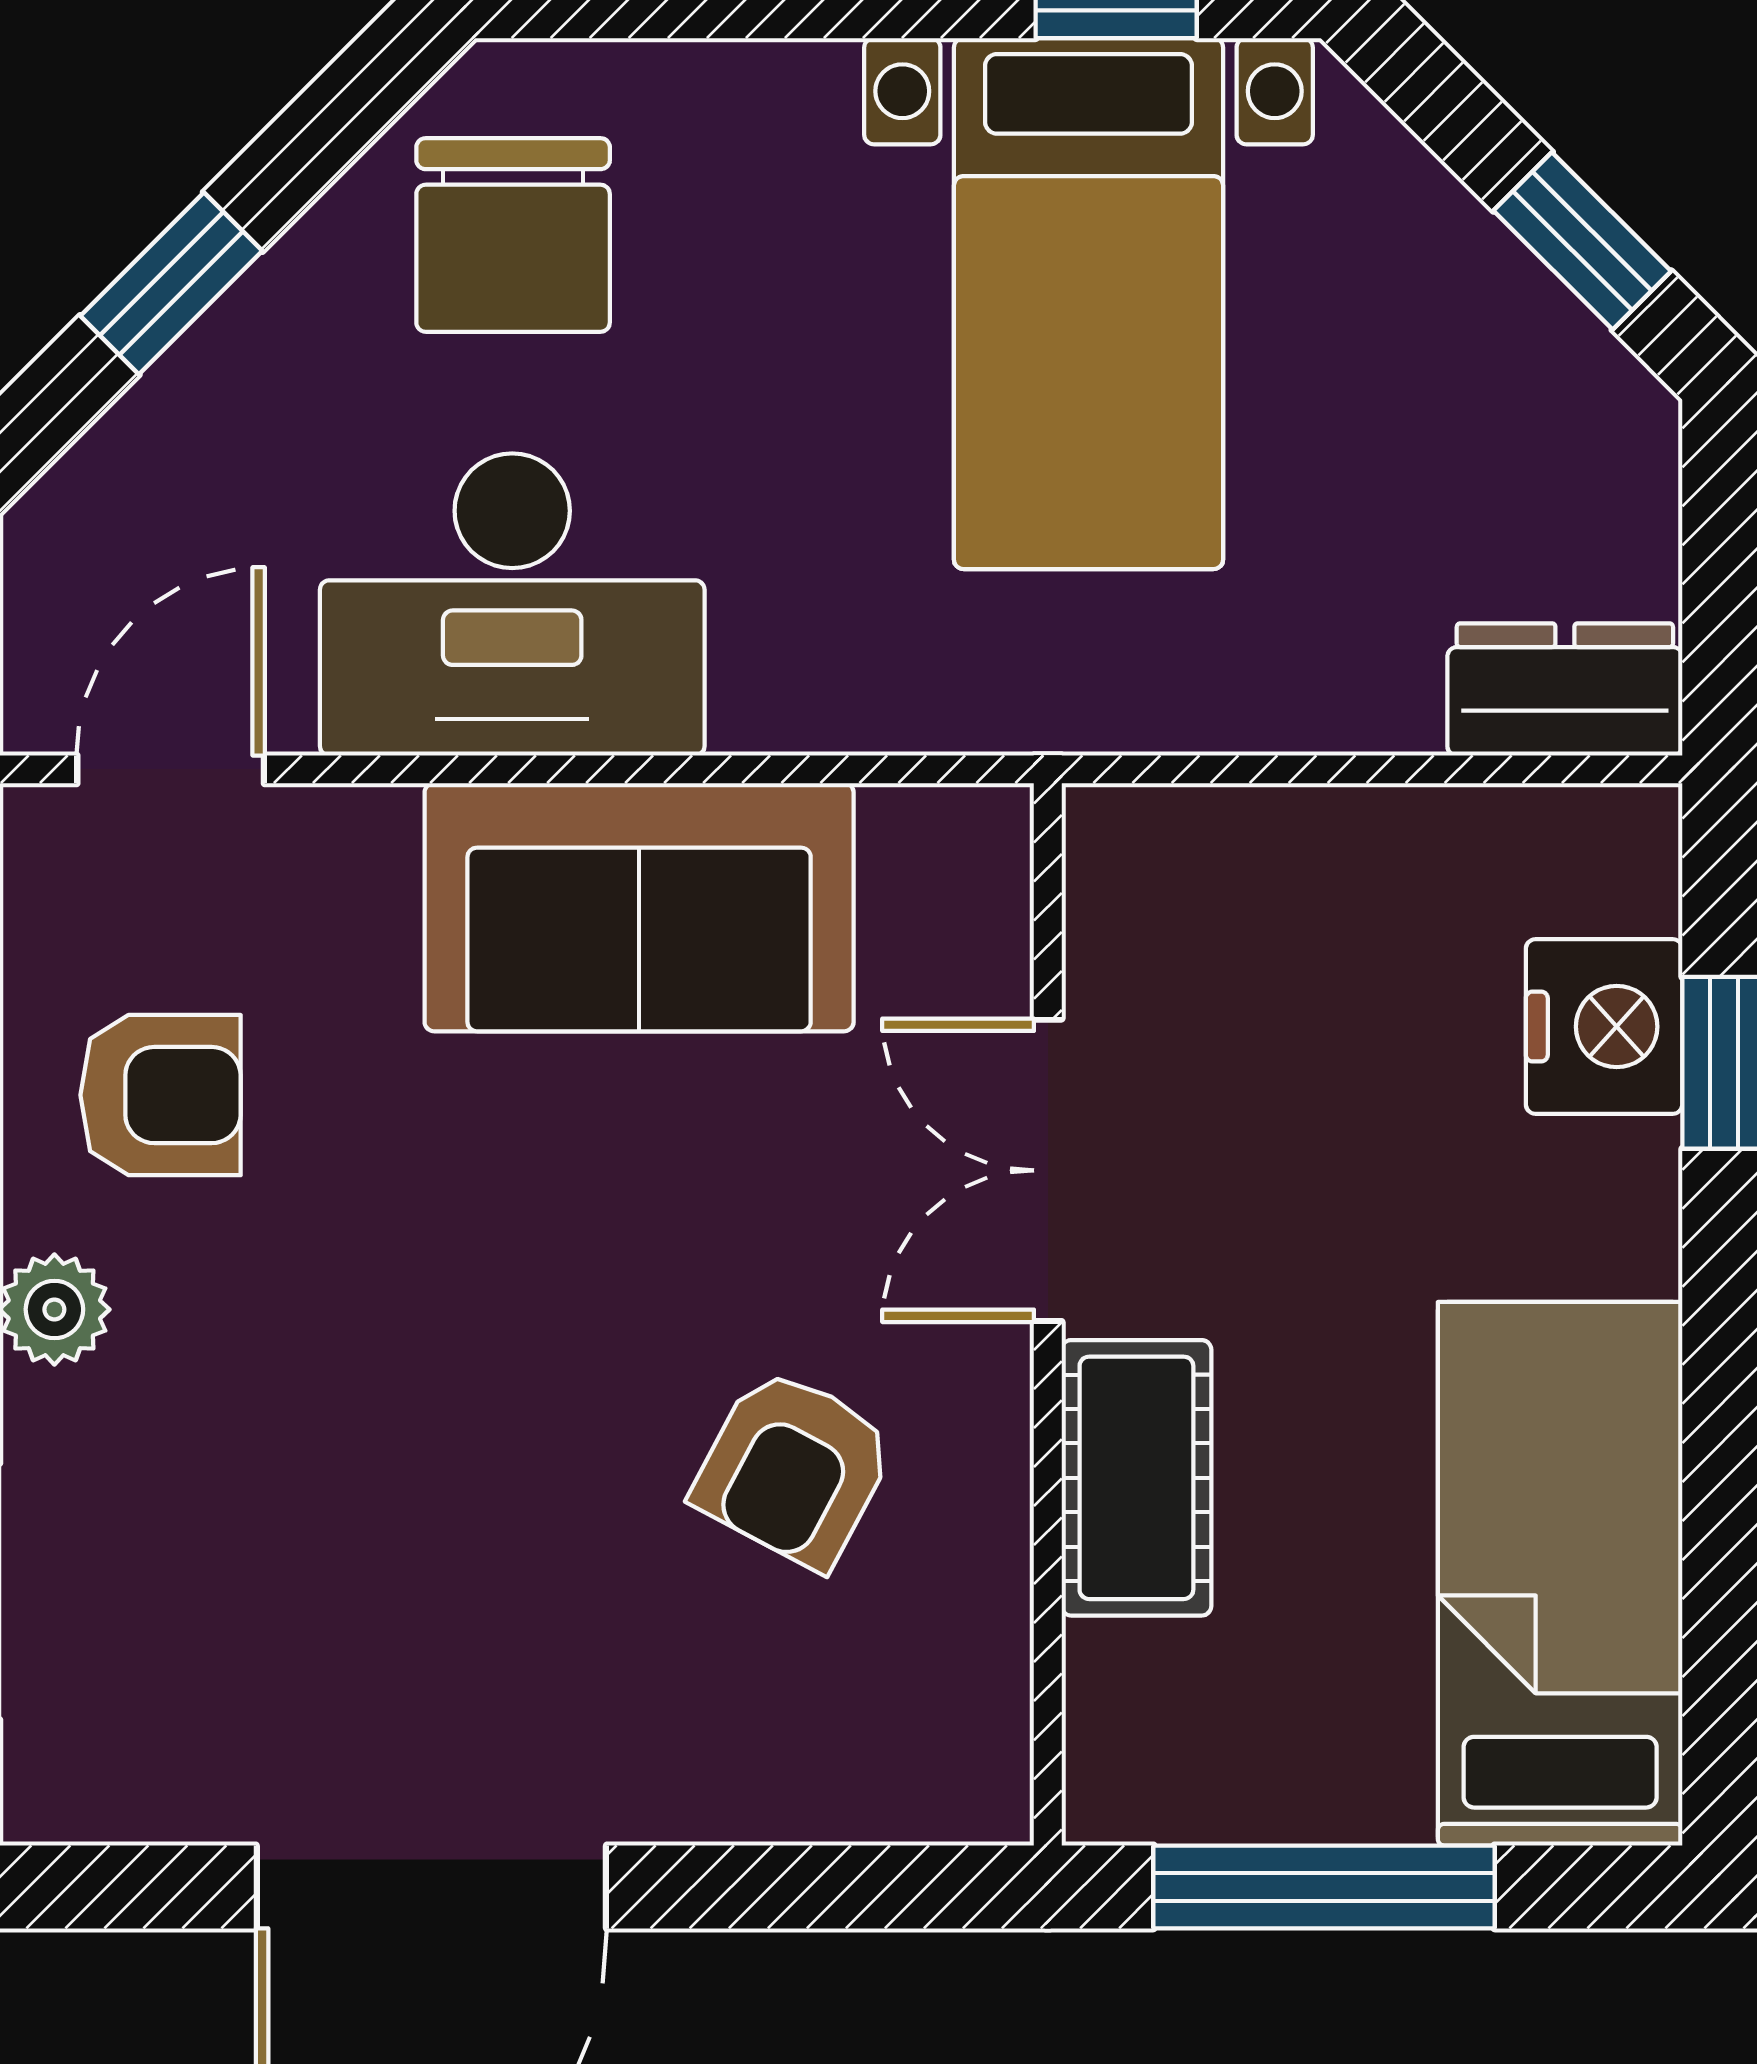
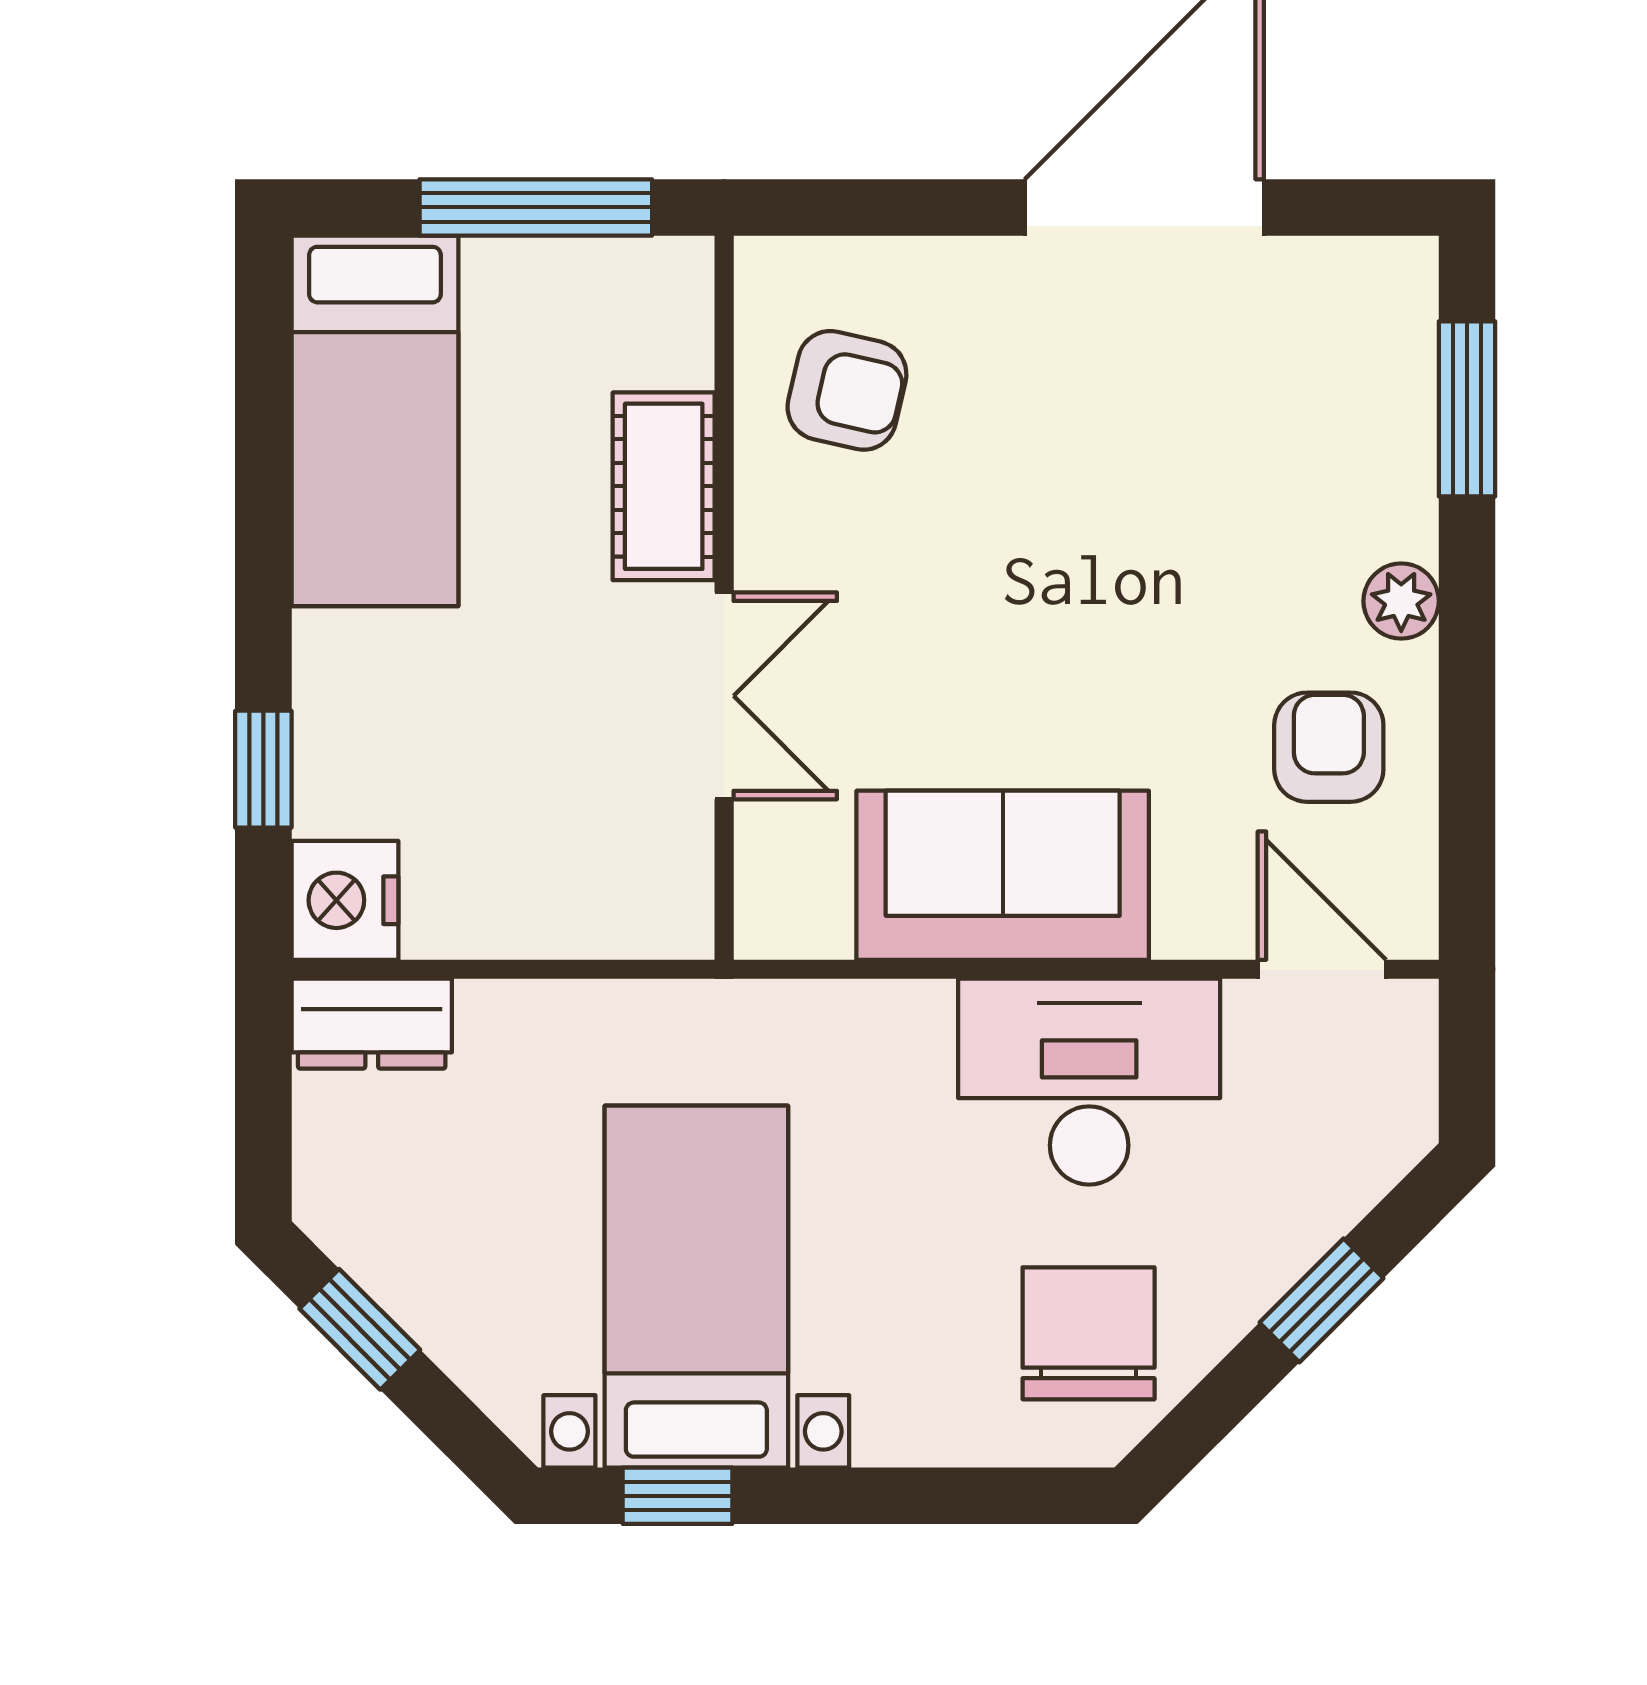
door: (171, 769) -> (1322, 969), swing flipped
nightstand: (1604, 1027) -> (345, 900), moved
armchair: (161, 1095) -> (1329, 747), turned 90
armchair: (794, 1468) -> (847, 390), moved, turned 75

